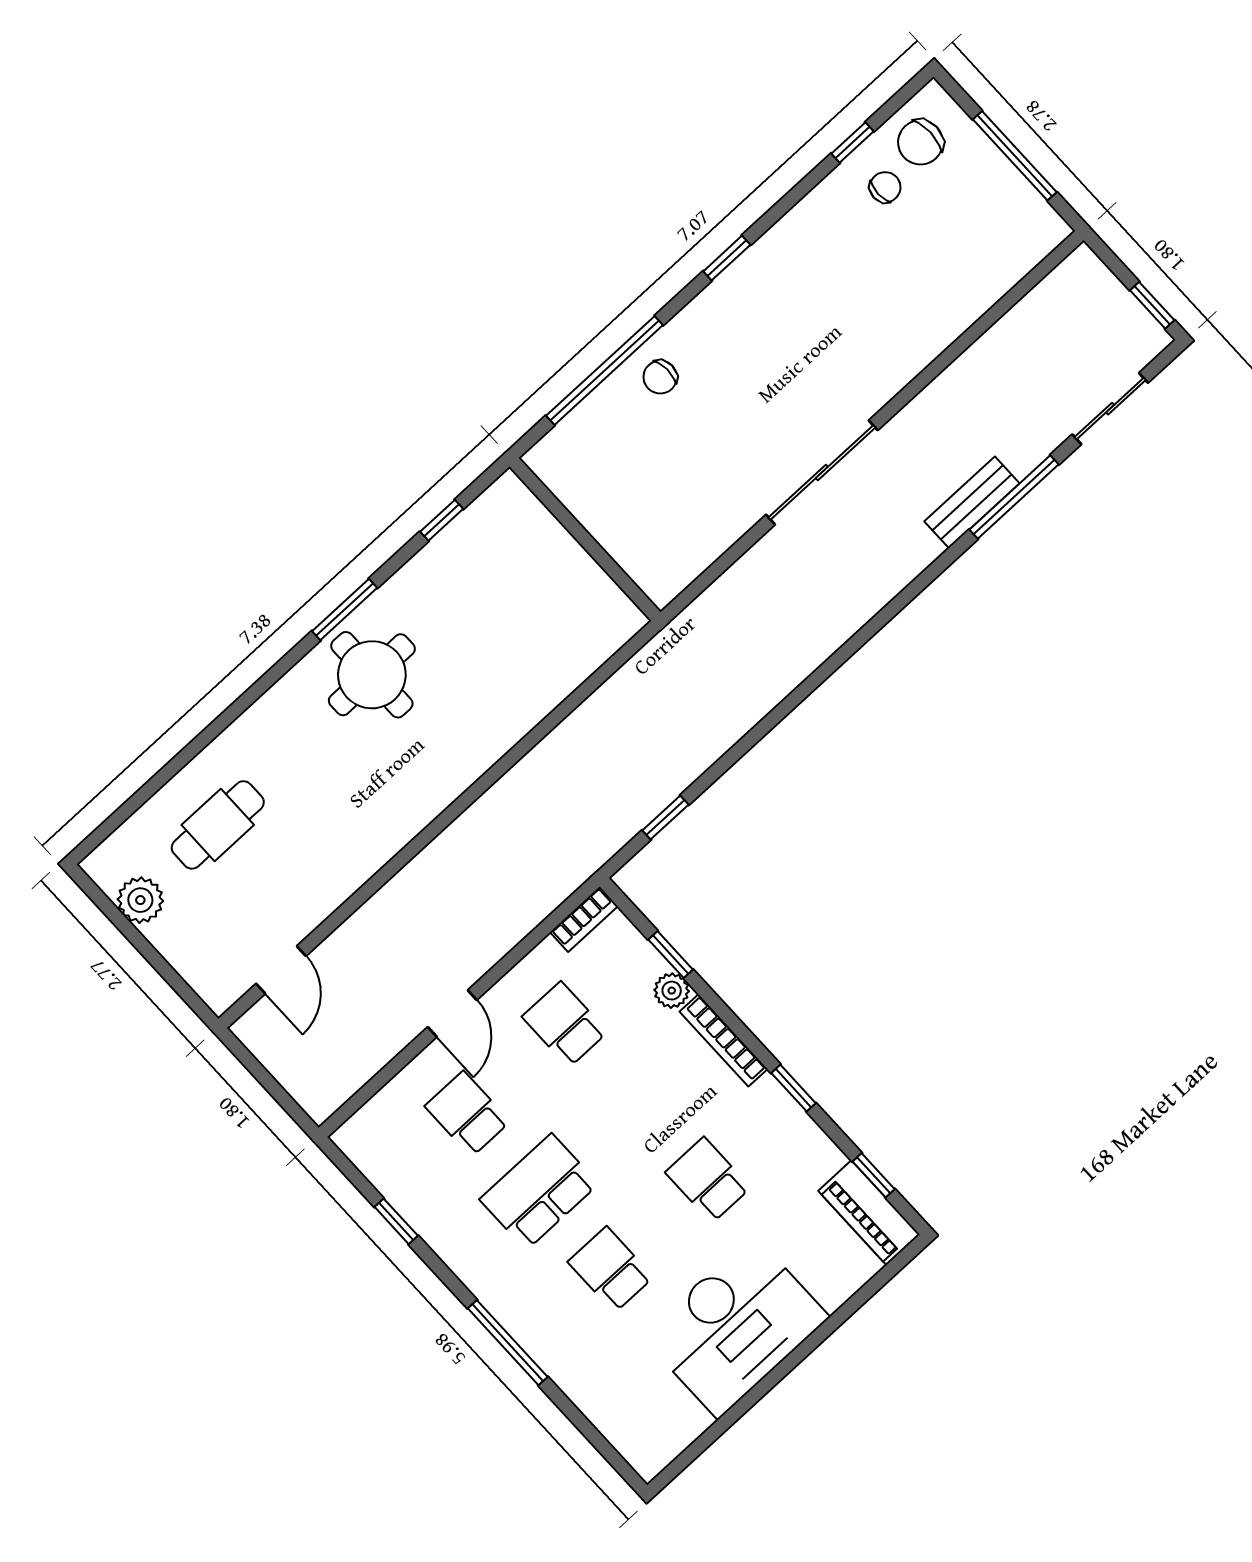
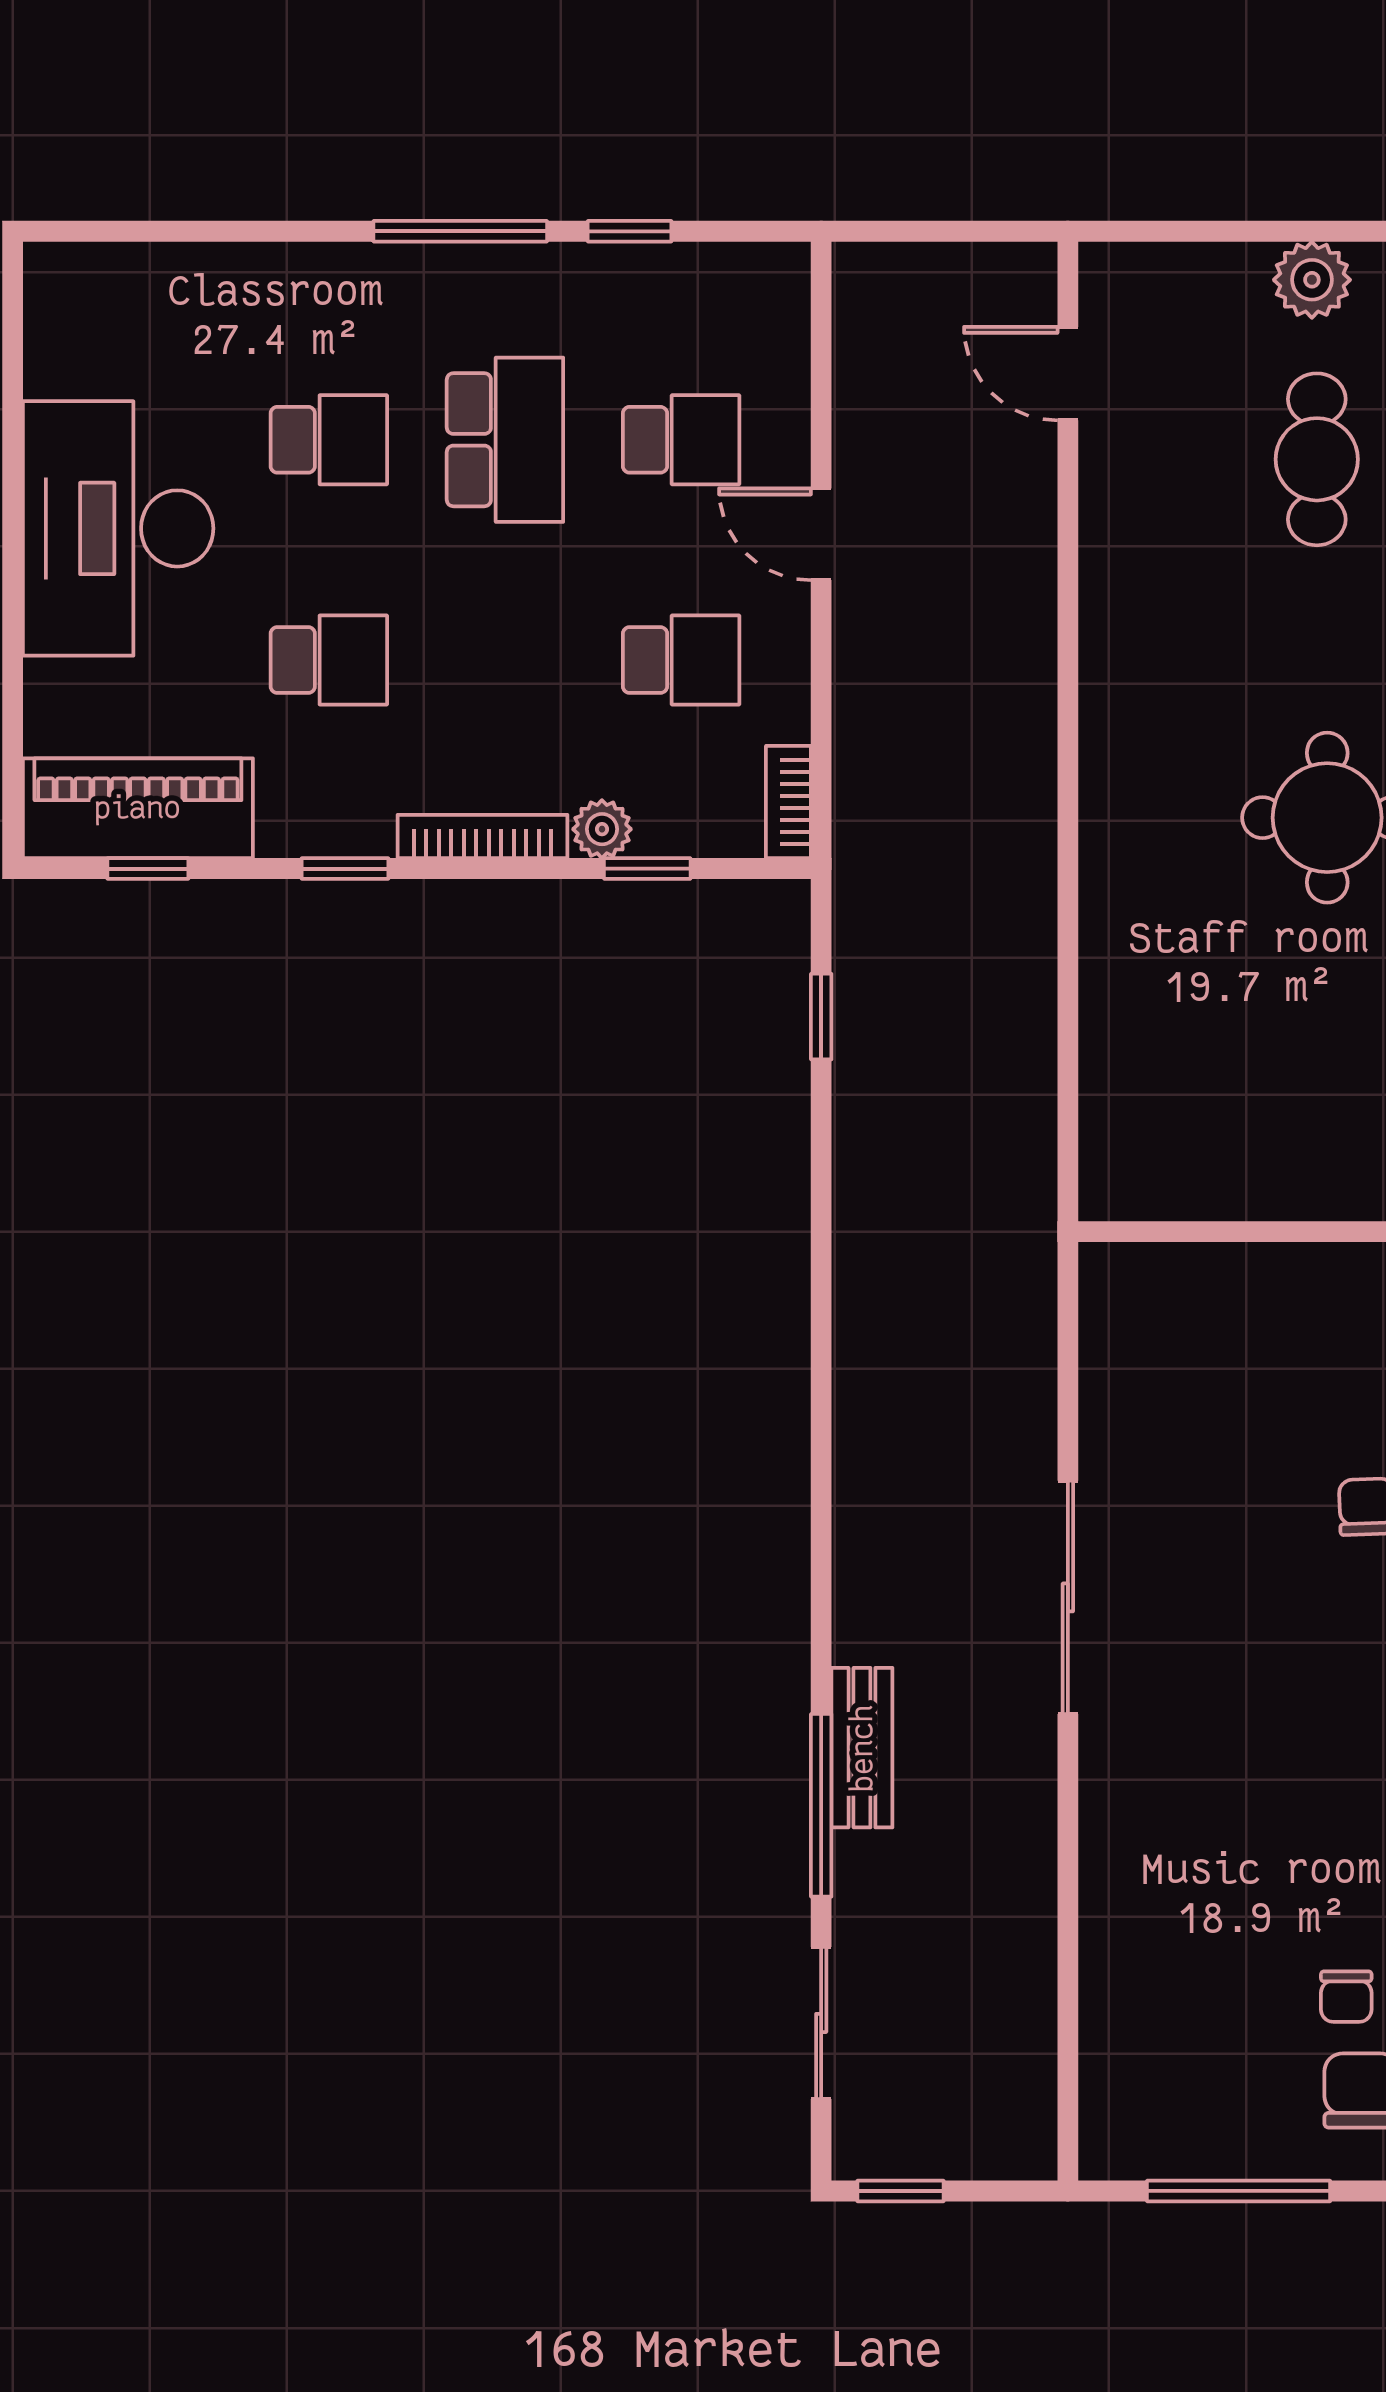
piano: (869, 1213) -> (138, 808), width x1.37, depth x1.33
window: (508, 1343) -> (460, 231), moved

